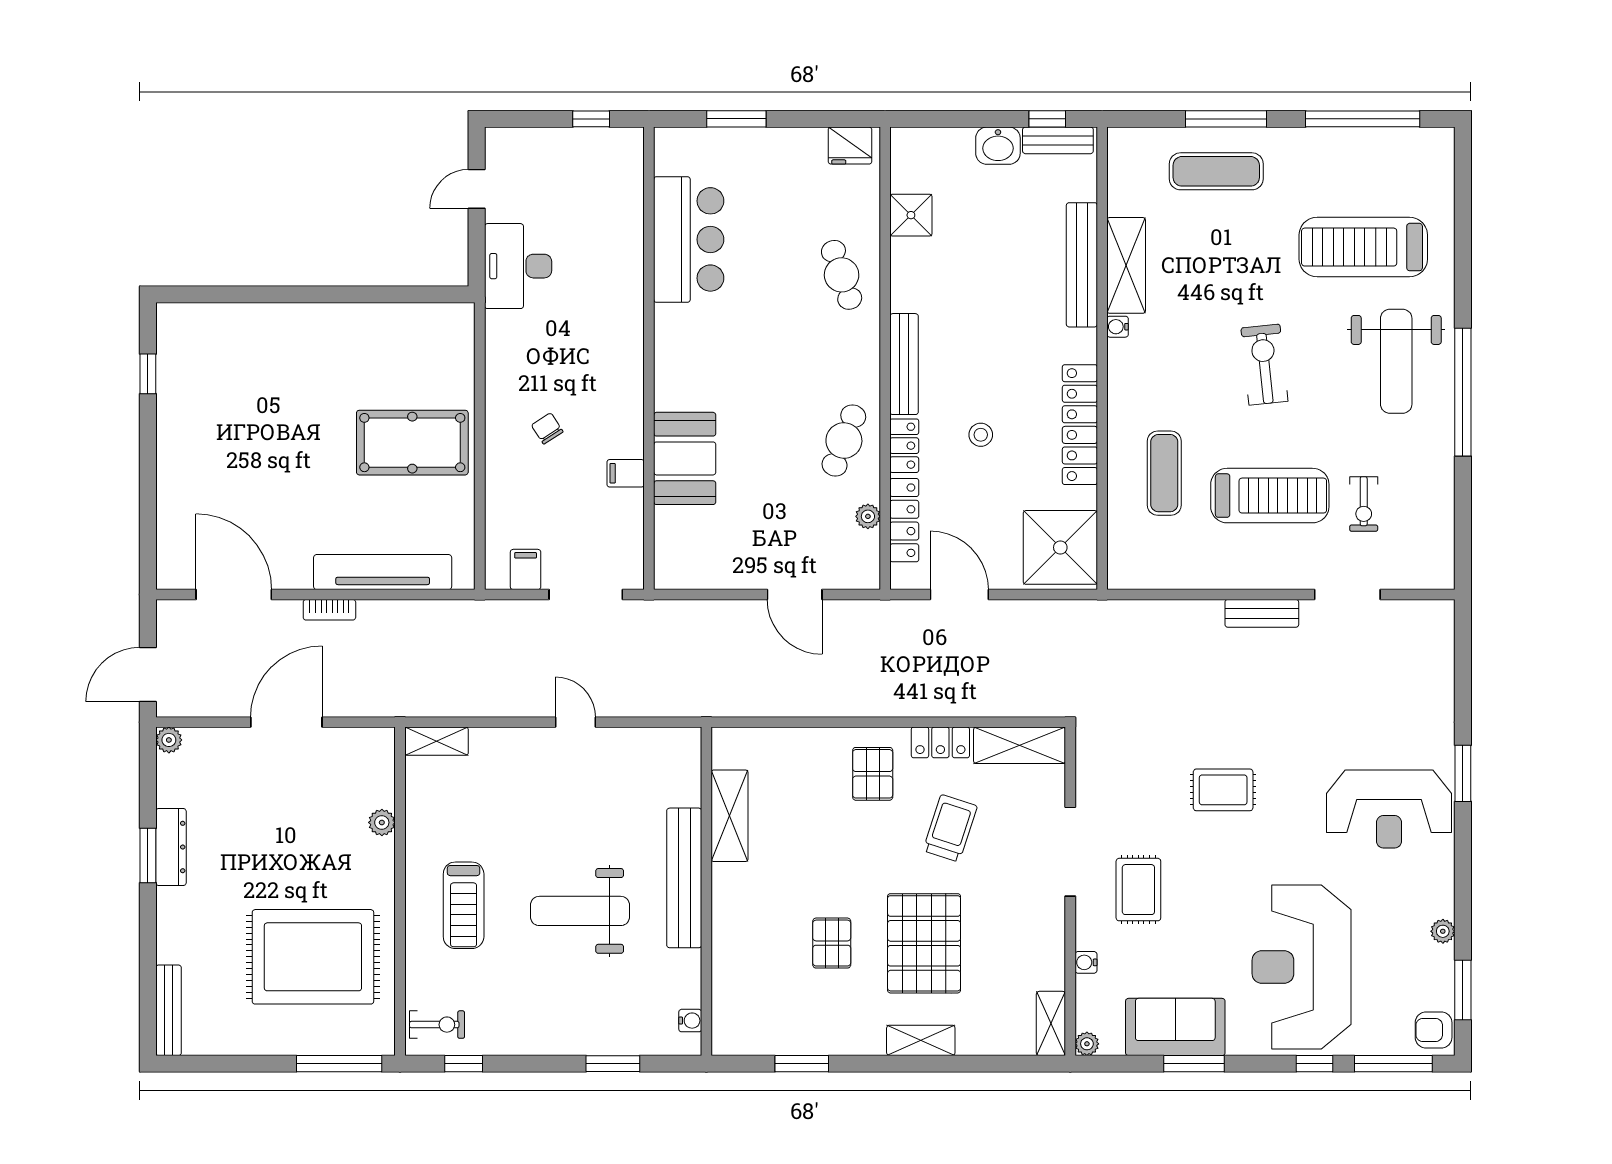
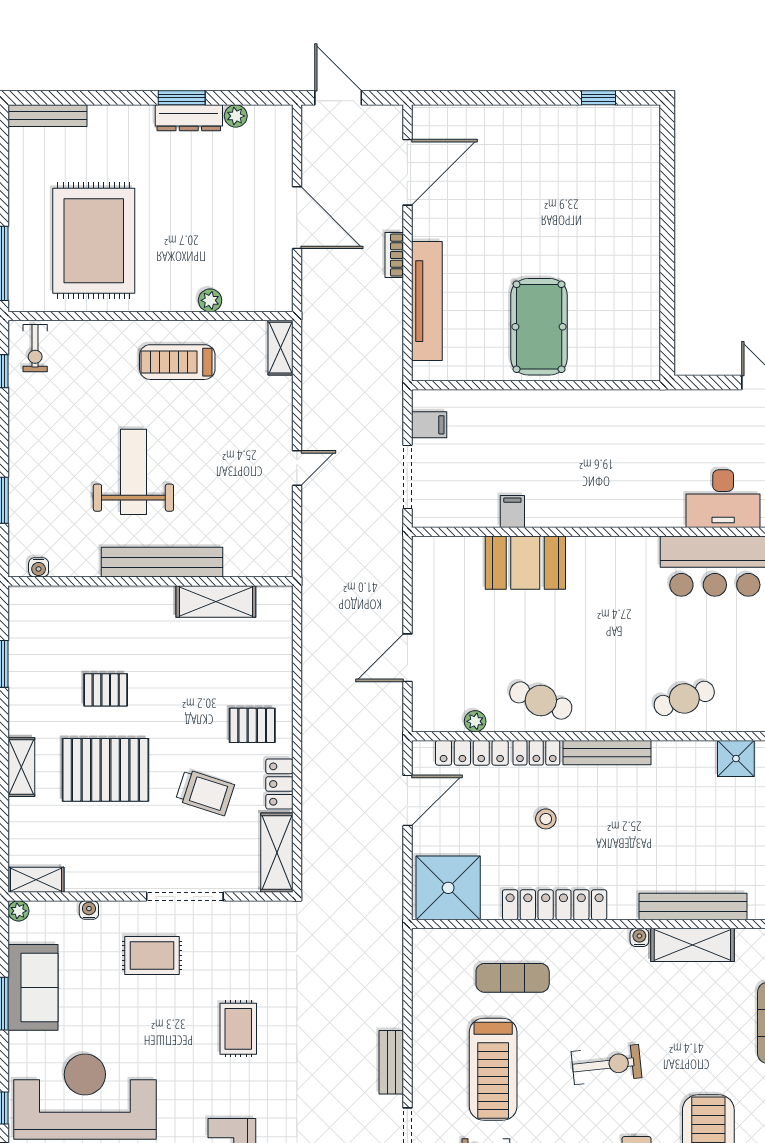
desk: (518, 266) -> (723, 499), moved, turned 180
chair: (547, 428) -> (551, 444), removed
plant: (169, 740) -> (236, 116), moved
treadmill: (464, 905) -> (177, 362), moved

